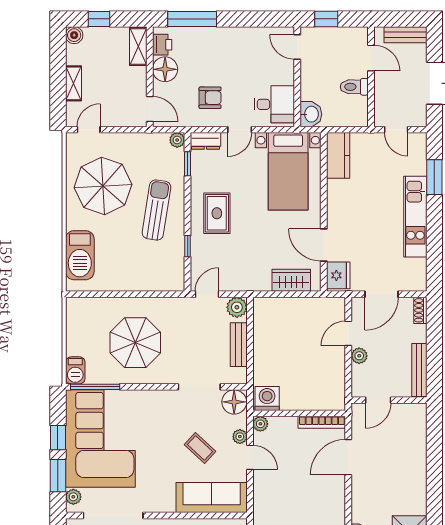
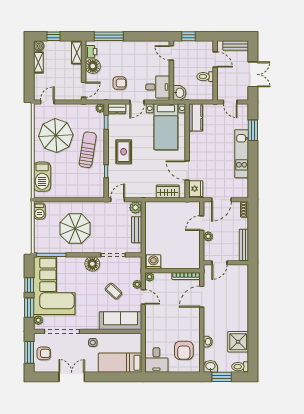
shelving: (73, 83) -> (38, 62), moved
door: (150, 109) -> (84, 90), hinge flipped
barbecue: (75, 370) -> (39, 211), moved
floor lamp: (234, 402) -> (92, 264), moved

